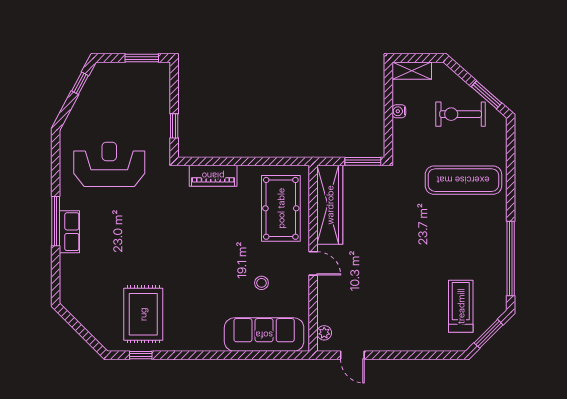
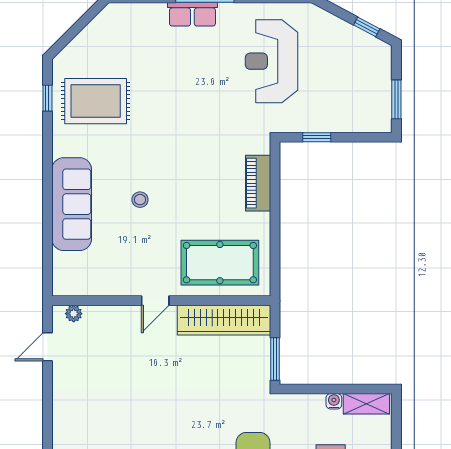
shelving: (412, 71) -> (366, 404), moved, turned 90
reception desk: (109, 164) -> (271, 61), turned 180
stool: (261, 283) -> (140, 200), moved
sofa: (264, 335) -> (72, 204), moved

